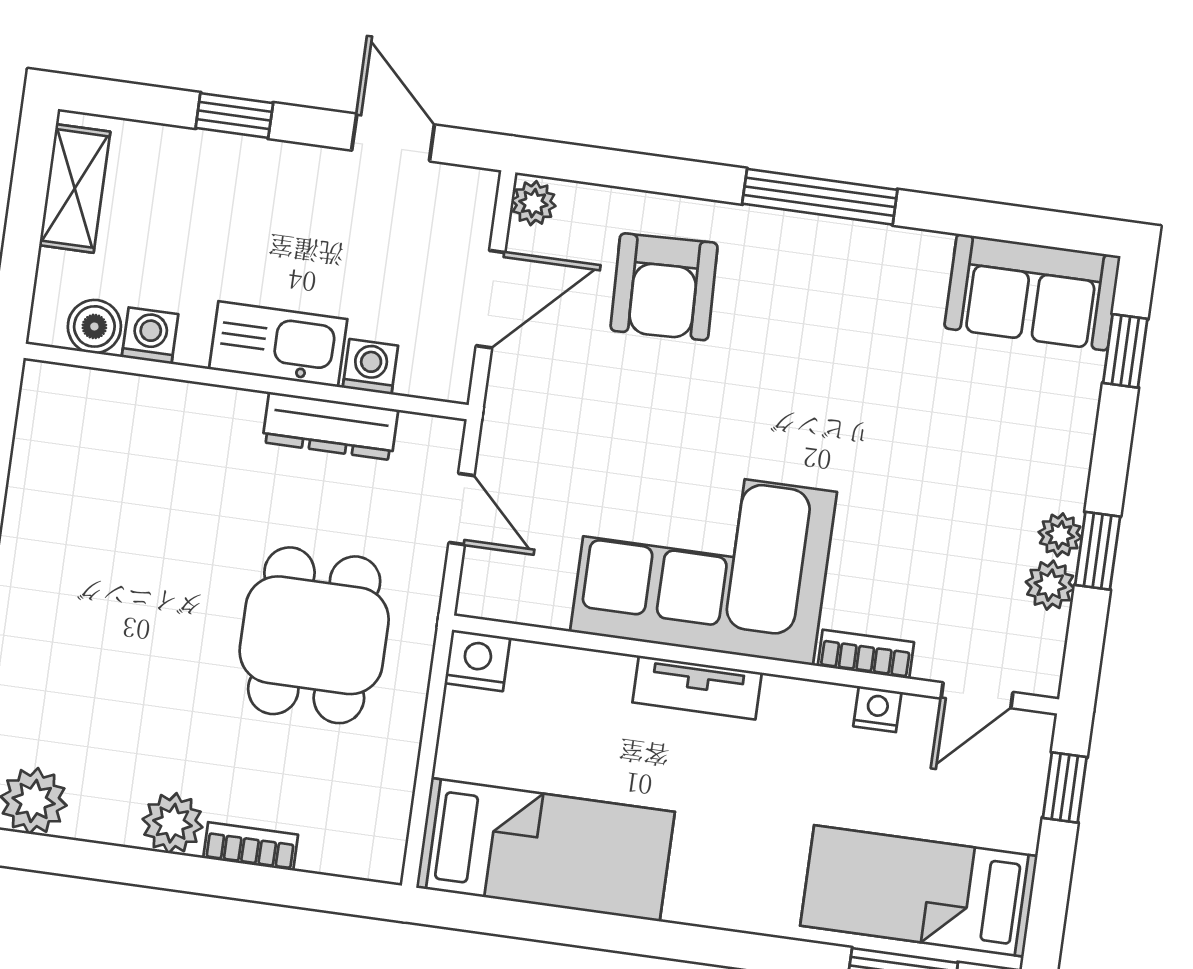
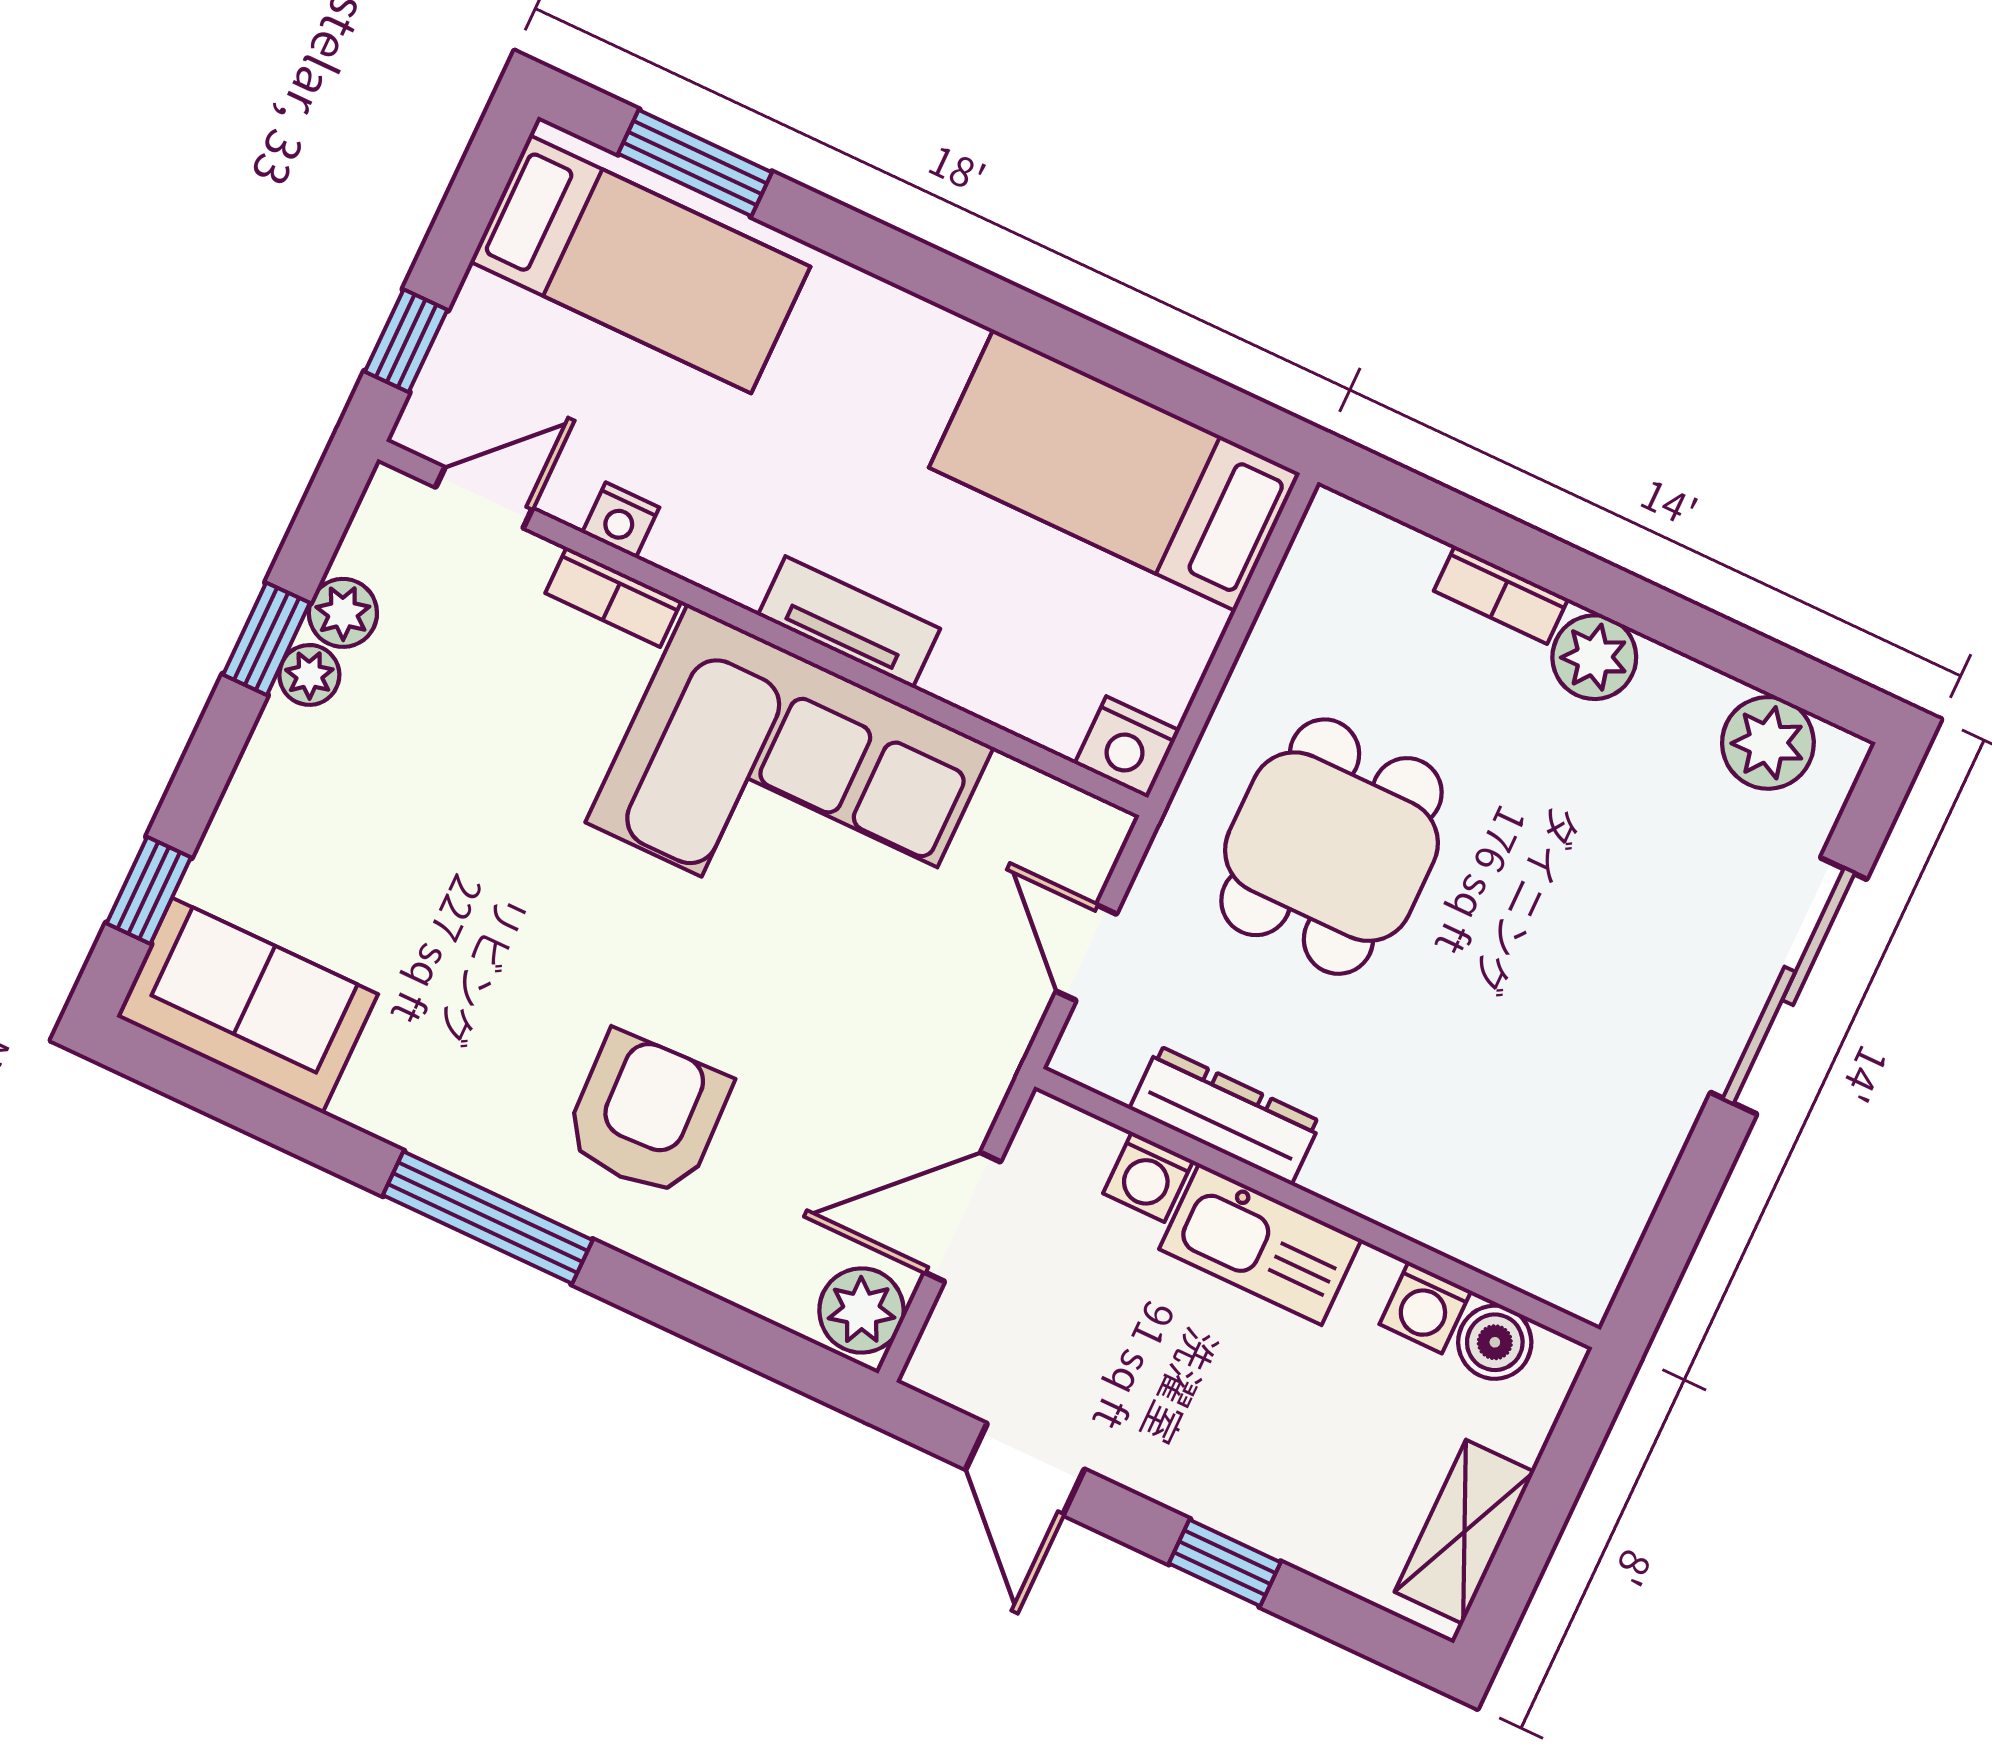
plant: (533, 203) -> (861, 1310), width x1.38, depth x1.38
armchair: (664, 287) -> (647, 1115), moved

